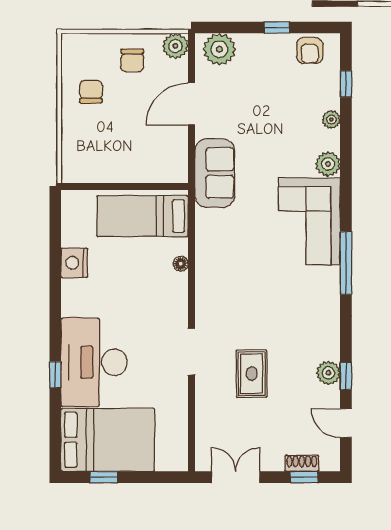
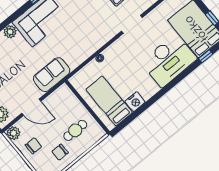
cafe table: (104, 140) -> (75, 130), added
bed: (143, 216) -> (109, 101), moved, turned 180
window: (55, 375) -> (206, 56), moved

